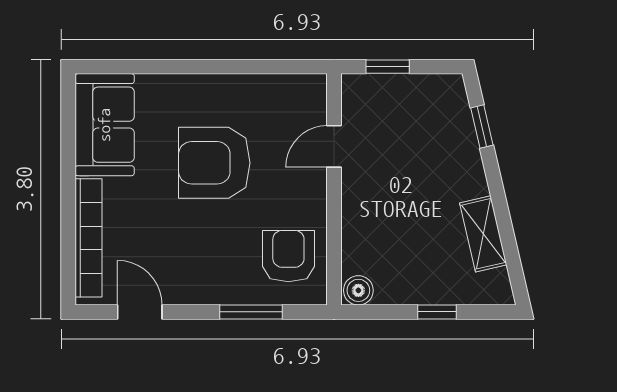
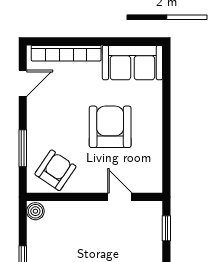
armchair: (288, 256) -> (55, 170), turned -56

